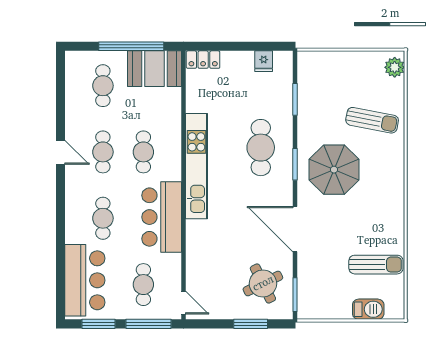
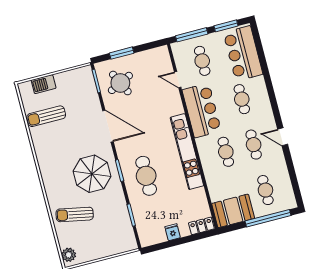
window: (131, 46) -> (268, 218), moved
fridge: (264, 61) -> (173, 232), moved
door: (183, 303) -> (178, 80), moved

